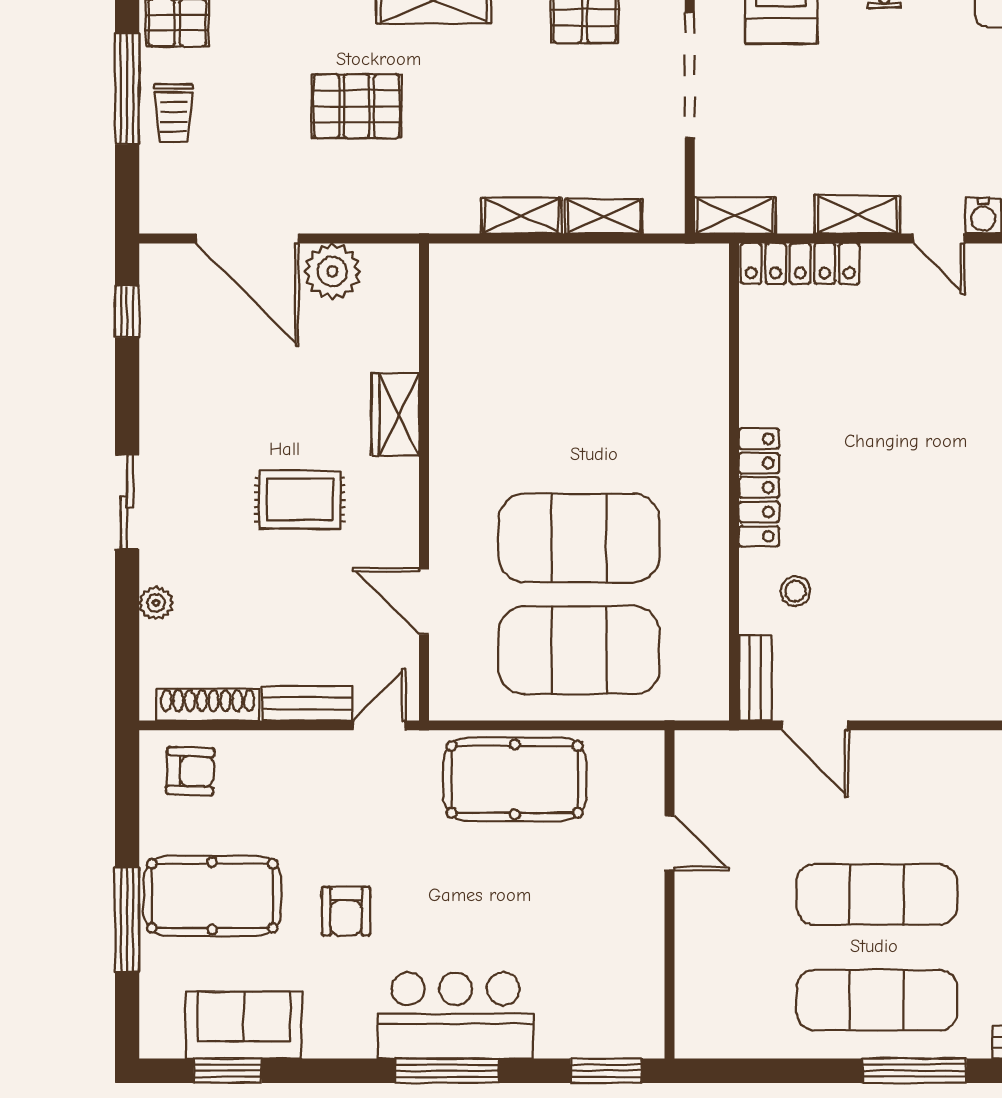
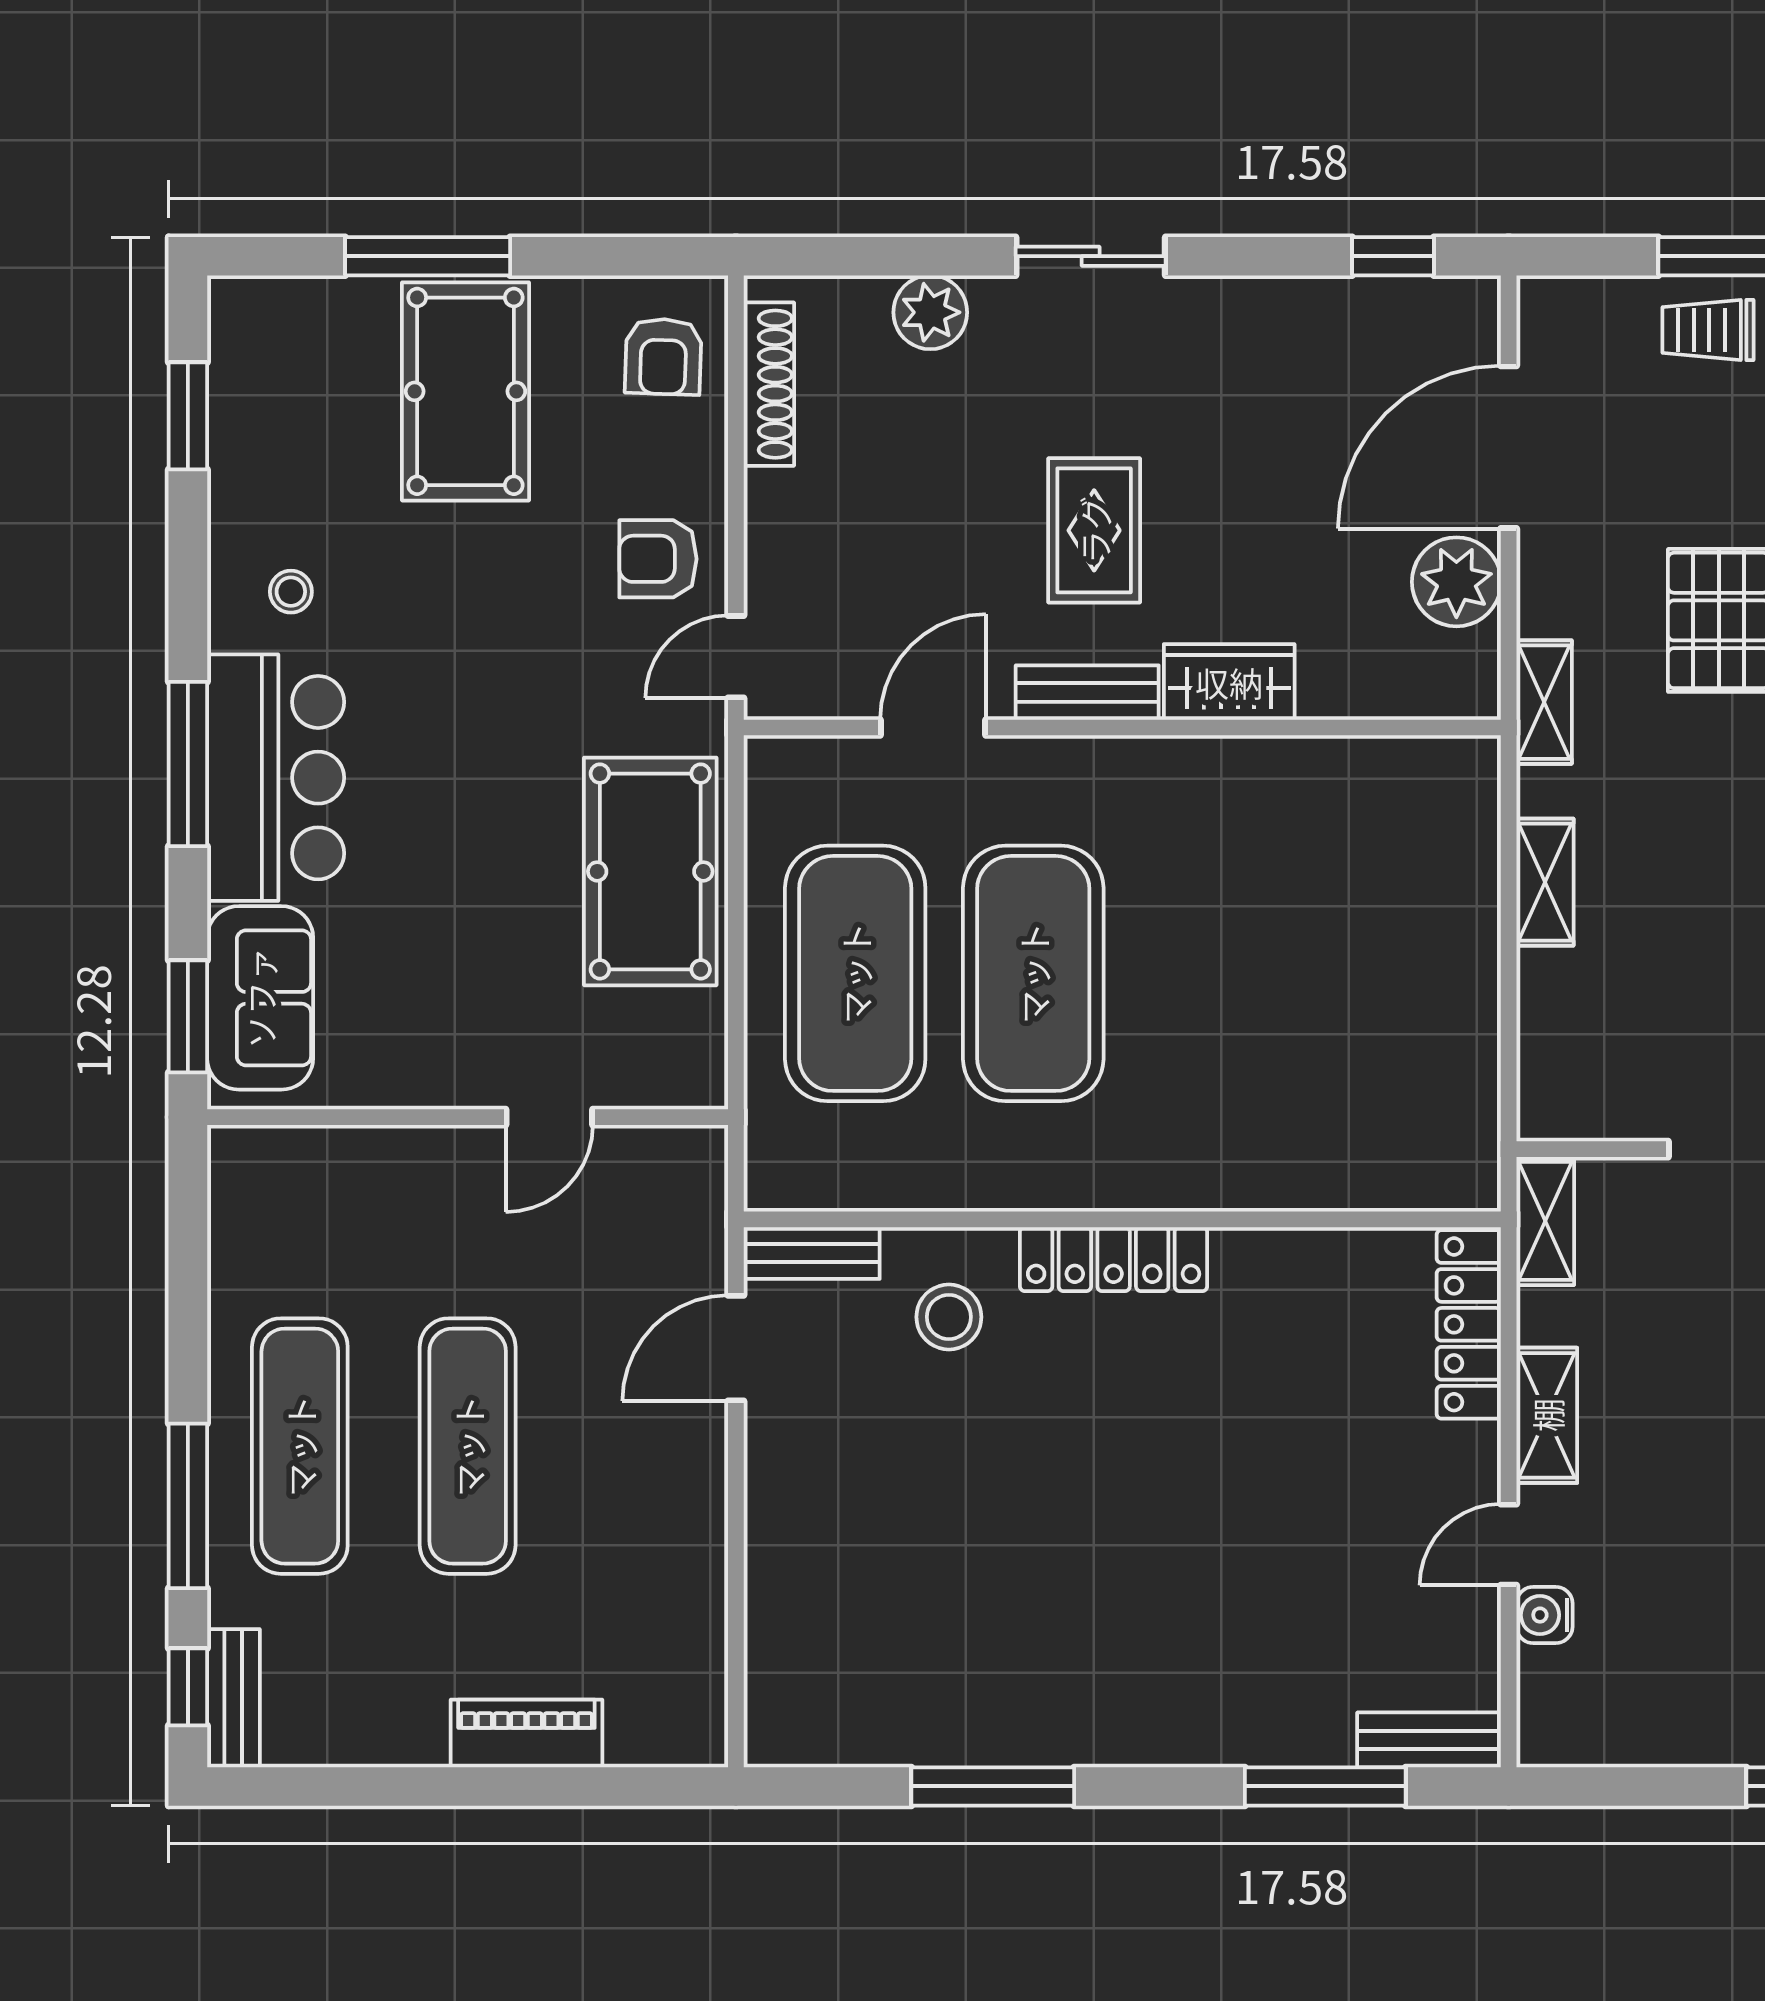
shelving: (604, 216) -> (1544, 702), moved
stool: (795, 591) -> (949, 1317), width x1.37, depth x1.37
plant: (156, 603) -> (930, 312), width x1.38, depth x1.38
bench: (307, 703) -> (1087, 693), moved, turned 90
door: (379, 725) -> (736, 657), swing flipped
armchair: (346, 911) -> (658, 559), moved
stool: (338, 1006) -> (291, 592), added
sofa: (244, 1025) -> (260, 998), moved

